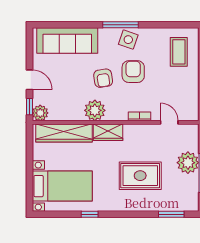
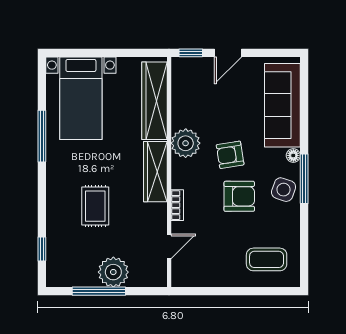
floor lamp: (104, 33) -> (293, 155), added
plant: (40, 113) -> (182, 68), removed
wardrobe: (108, 132) -> (155, 172), width x1.50
rug: (140, 176) -> (95, 206), width x0.73, depth x0.70
window: (90, 214) -> (42, 136), width x2.17
window: (171, 214) -> (42, 249), width x0.67

